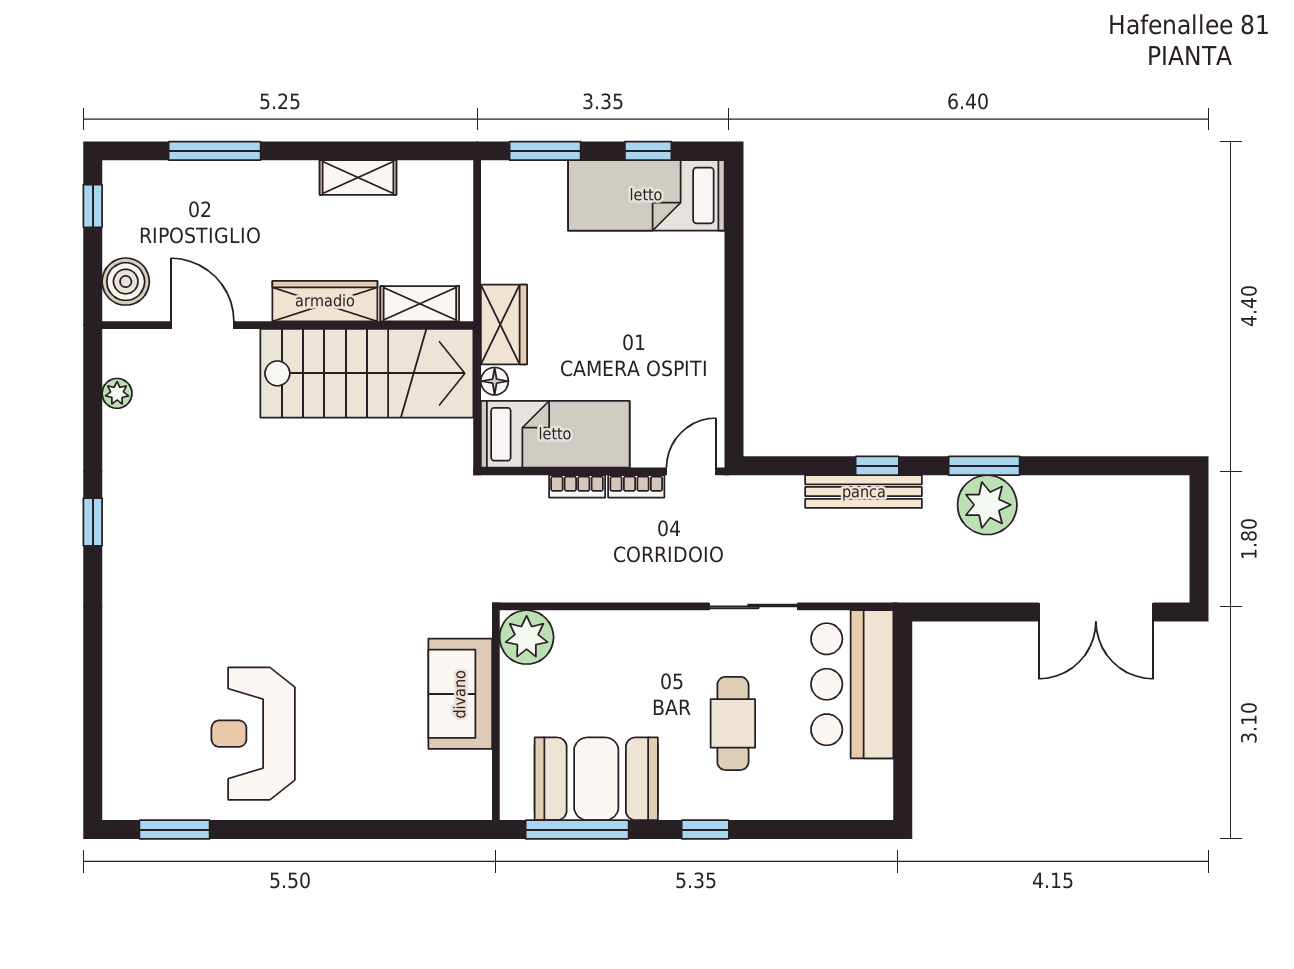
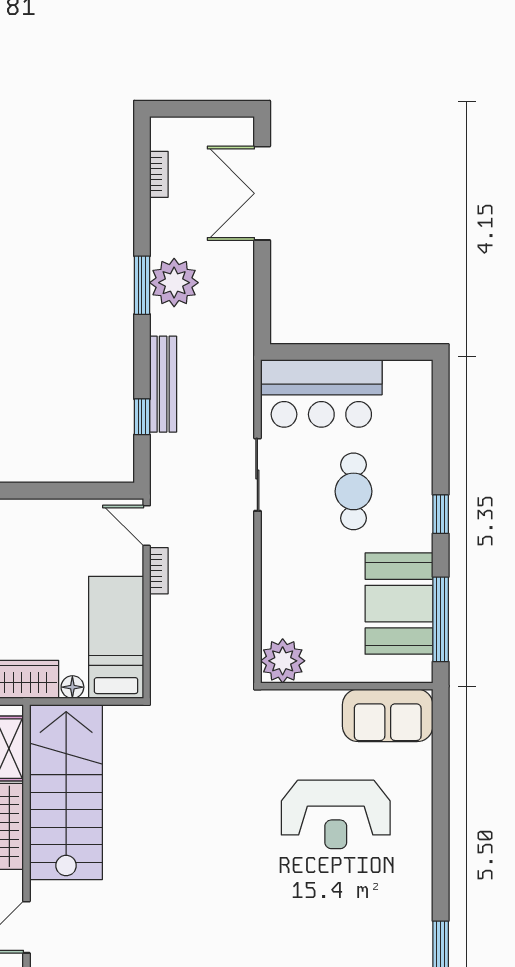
window: (877, 466) -> (142, 417), moved
bookcase: (577, 486) -> (159, 174), moved
double door: (1096, 612) -> (262, 193), swing flipped
sofa: (460, 694) -> (388, 715), moved
cafe table: (733, 723) -> (354, 491), turned 90
reception desk: (253, 734) -> (336, 814), moved

